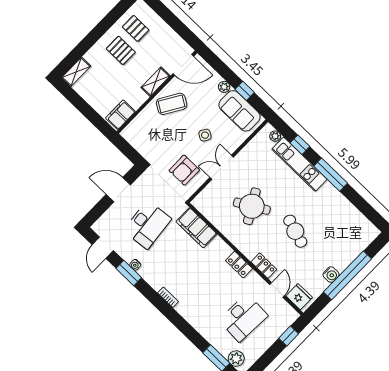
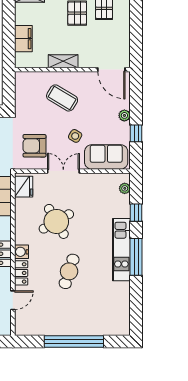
shelving: (156, 82) -> (63, 61), moved
coffee table: (172, 104) -> (62, 98), moved
sofa: (239, 111) -> (106, 157), moved, turned 90
filing cabinet: (120, 115) -> (23, 39), moved, turned 90
kitchen unit: (299, 164) -> (121, 250), moved
water cooler: (331, 275) -> (21, 252), moved, turned 90
fridge: (299, 297) -> (24, 187), moved

